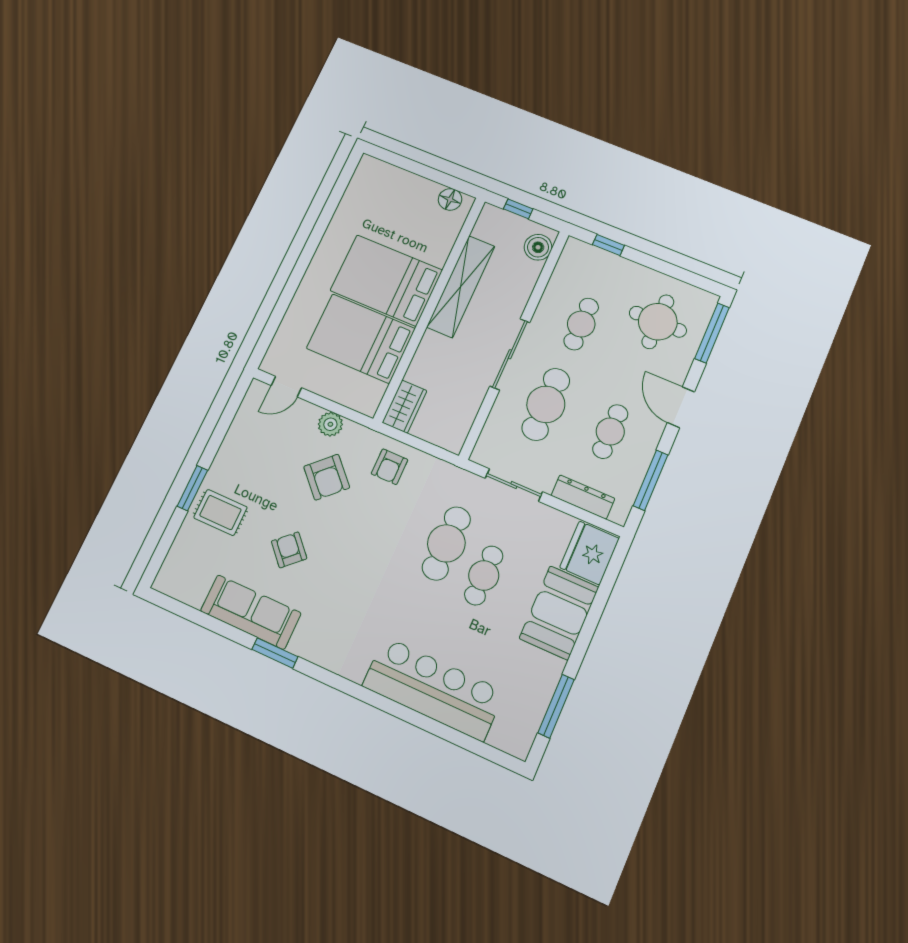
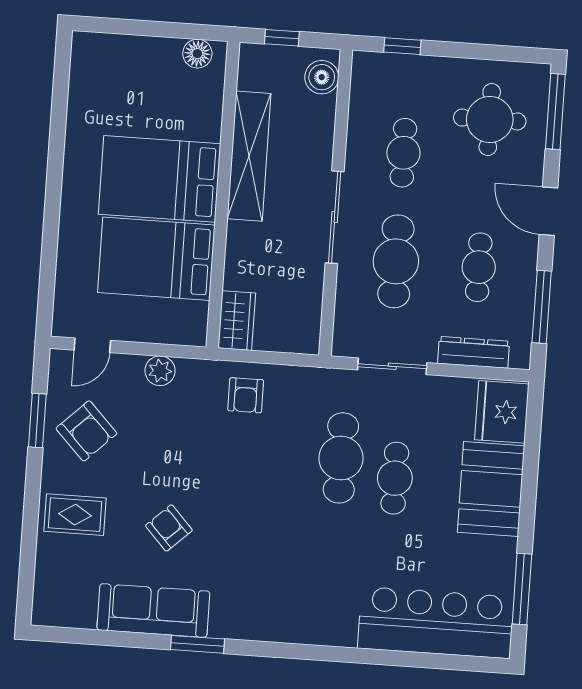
armchair: (327, 477) -> (86, 431), moved
window: (192, 488) -> (37, 421), moved
bar counter: (433, 689) -> (436, 623), moved

